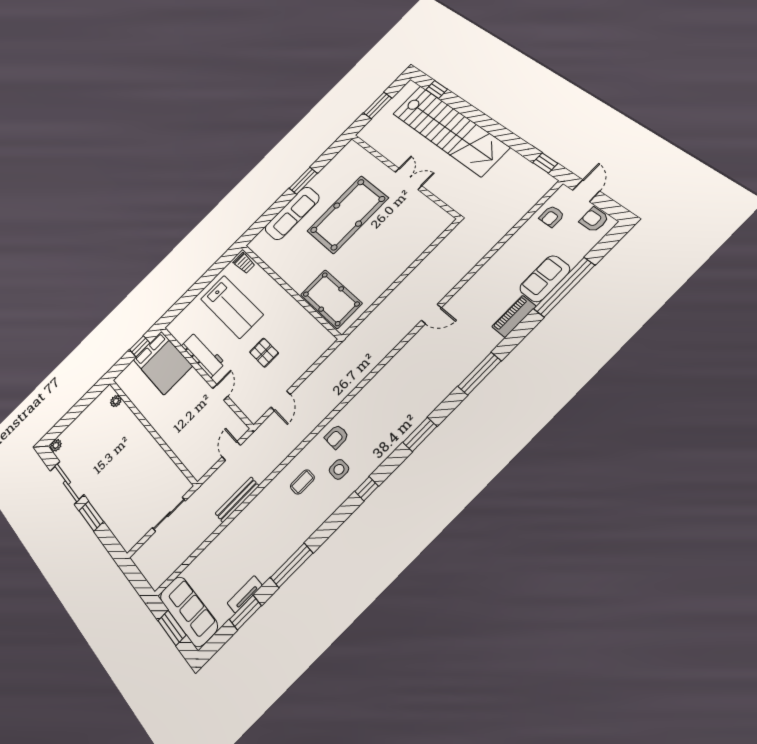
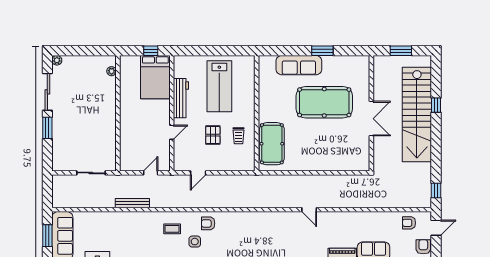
window: (437, 89) -> (436, 105), moved
double door: (408, 179) -> (371, 119), width x1.37
trolley: (244, 263) -> (238, 136), moved

